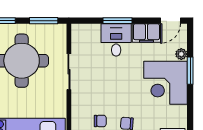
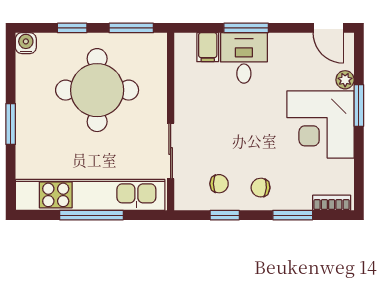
door: (170, 21) -> (328, 28), hinge flipped
filing cabinet: (146, 33) -> (208, 47), moved, width x0.50
sliding door: (69, 72) -> (171, 151), moved

